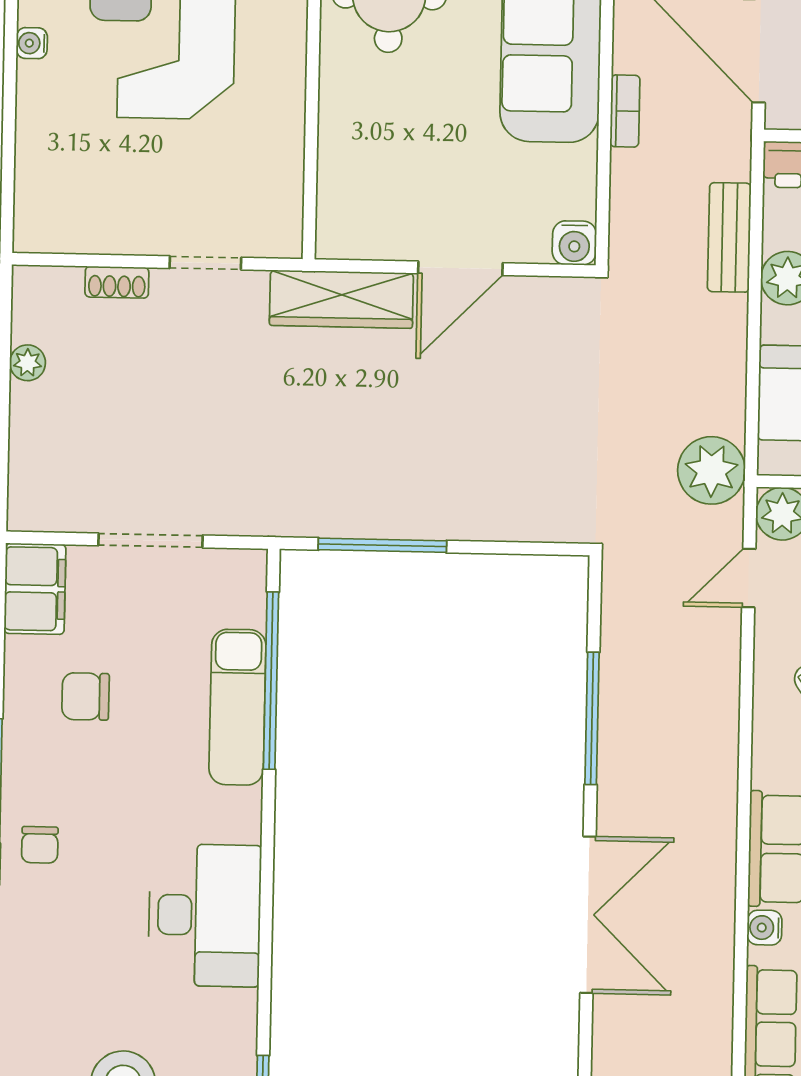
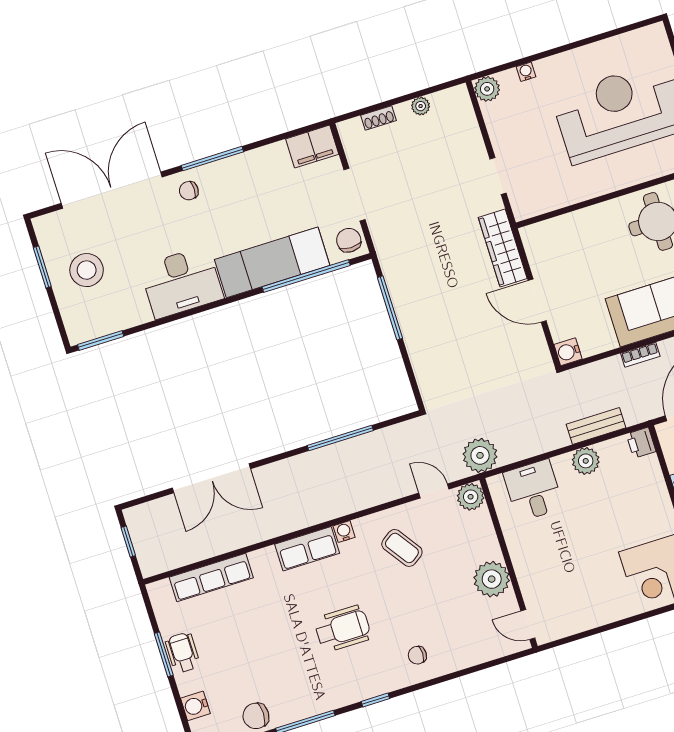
water cooler: (32, 43) -> (526, 72), moved
plant: (37, 229) -> (487, 89), added
shoe rack: (117, 282) -> (378, 118), moved, turned -90
chair: (86, 696) -> (349, 240), moved
exam couch: (237, 707) -> (272, 262), width x1.36, depth x1.45
double door: (588, 915) -> (211, 478), moved
water cooler: (764, 928) -> (344, 532), moved

